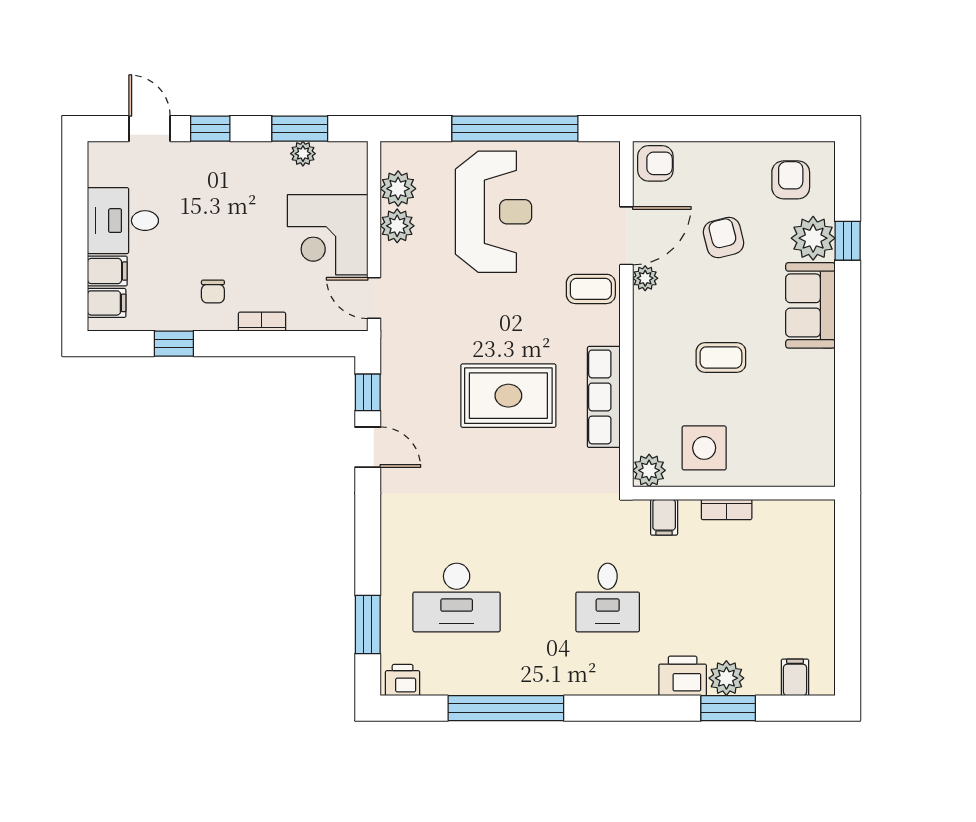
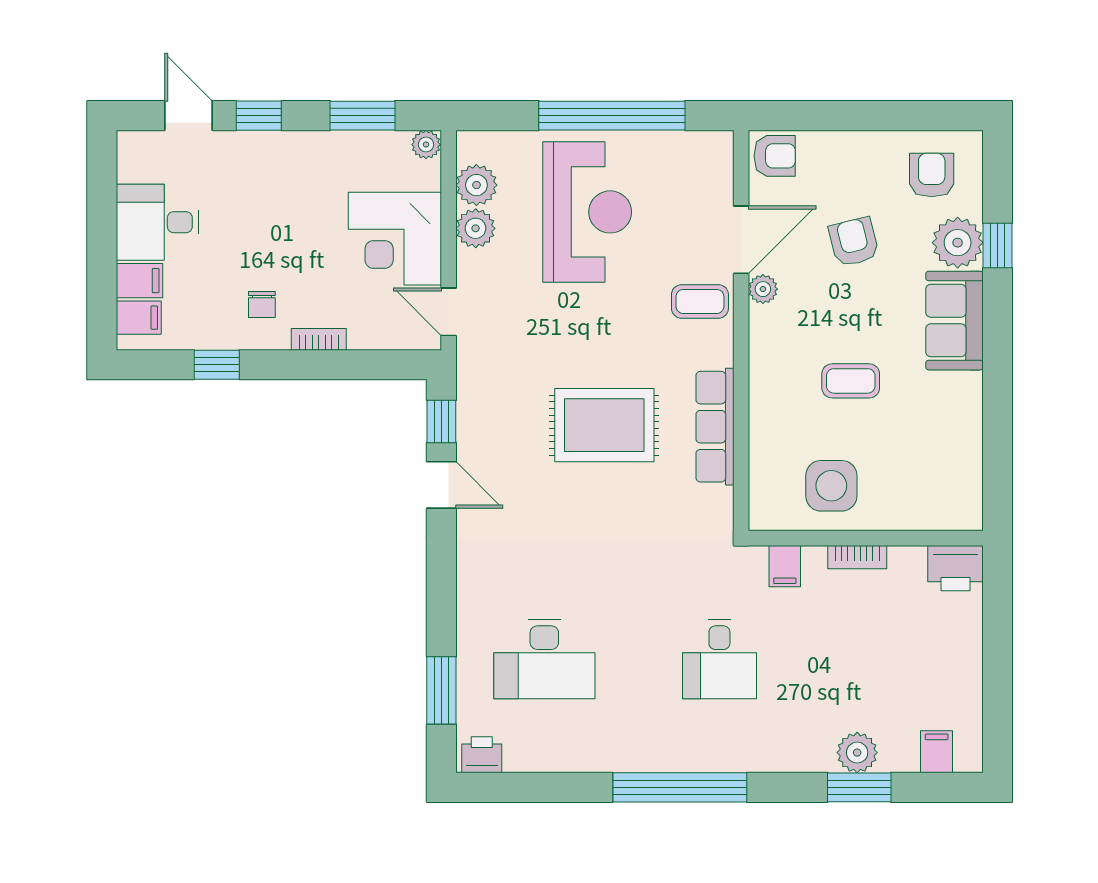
plant: (303, 154) -> (426, 145), moved
plant: (649, 470) -> (767, 512), removed
printer: (683, 676) -> (955, 568), moved, turned 180
window: (506, 708) -> (680, 787), moved

